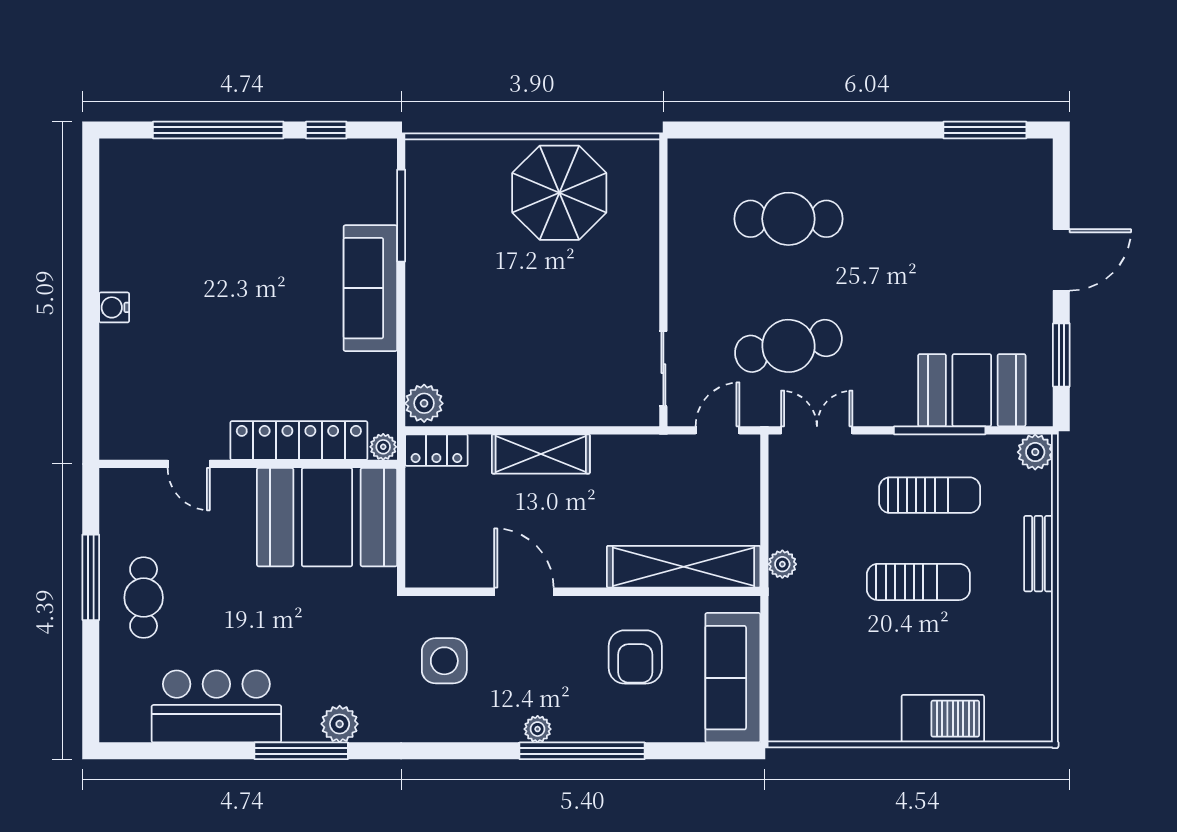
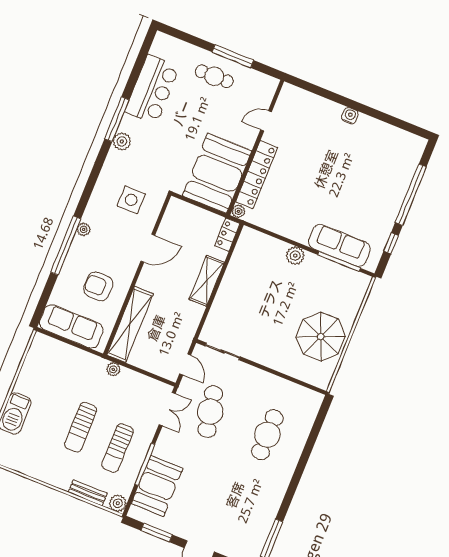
sofa: (370, 288) -> (339, 245), moved
plant: (424, 403) -> (295, 256), moved
bench: (1038, 554) -> (88, 493), moved

